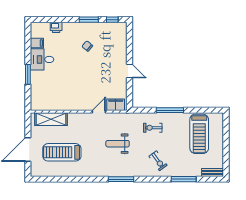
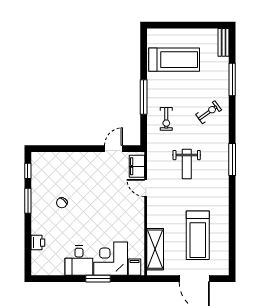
filing cabinet: (37, 43) -> (135, 267), moved
door: (129, 71) -> (114, 149), moved
corner desk: (43, 84) -> (111, 259), added

